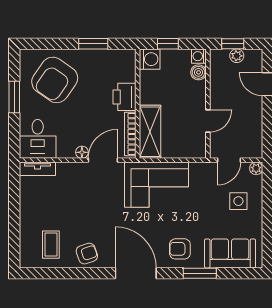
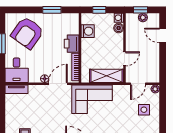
washing machine: (150, 59) -> (88, 31), moved
shelving: (150, 132) -> (107, 76), moved, turned 90

